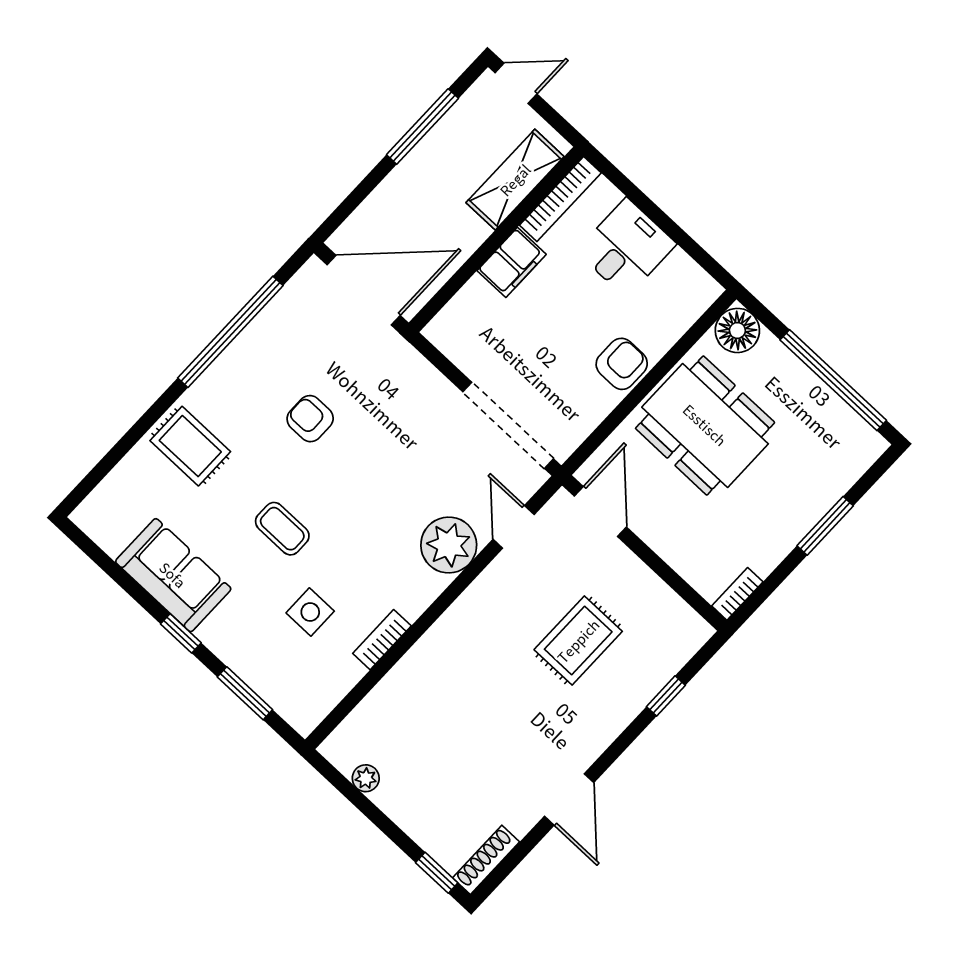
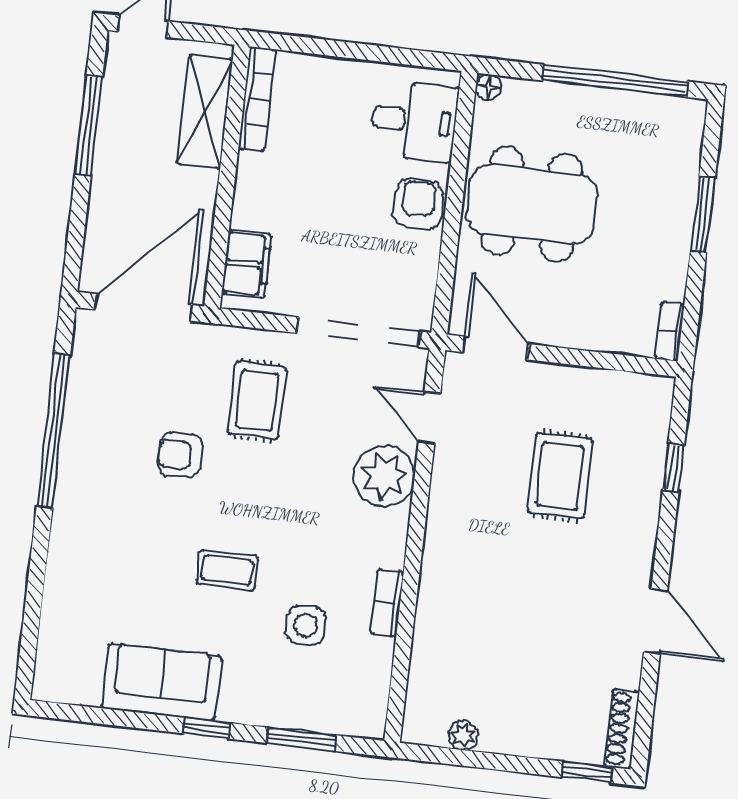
desk: (626, 248) -> (415, 121), moved, turned 90
filing cabinet: (512, 262) -> (247, 264), moved
floor lamp: (737, 330) -> (488, 87), width x0.53, depth x0.53
rug: (190, 446) -> (257, 400), moved, turned 90

